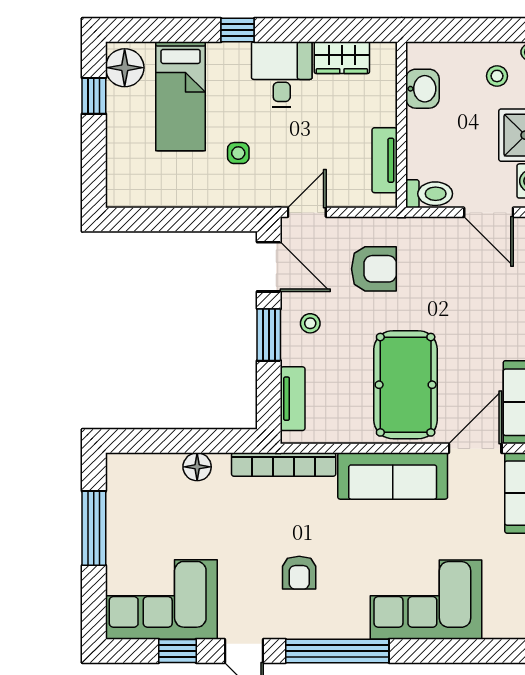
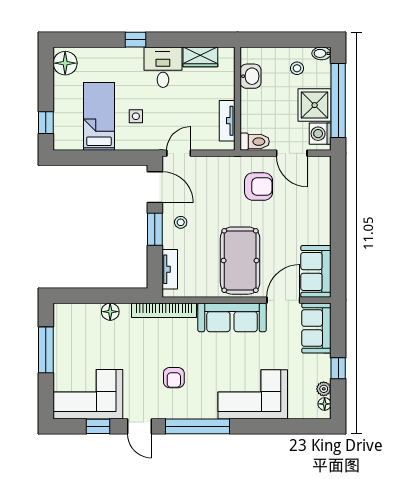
window: (94, 96) -> (46, 123), moved
bed: (181, 96) -> (99, 116), moved, turned 180
armchair: (374, 269) -> (259, 187), moved

